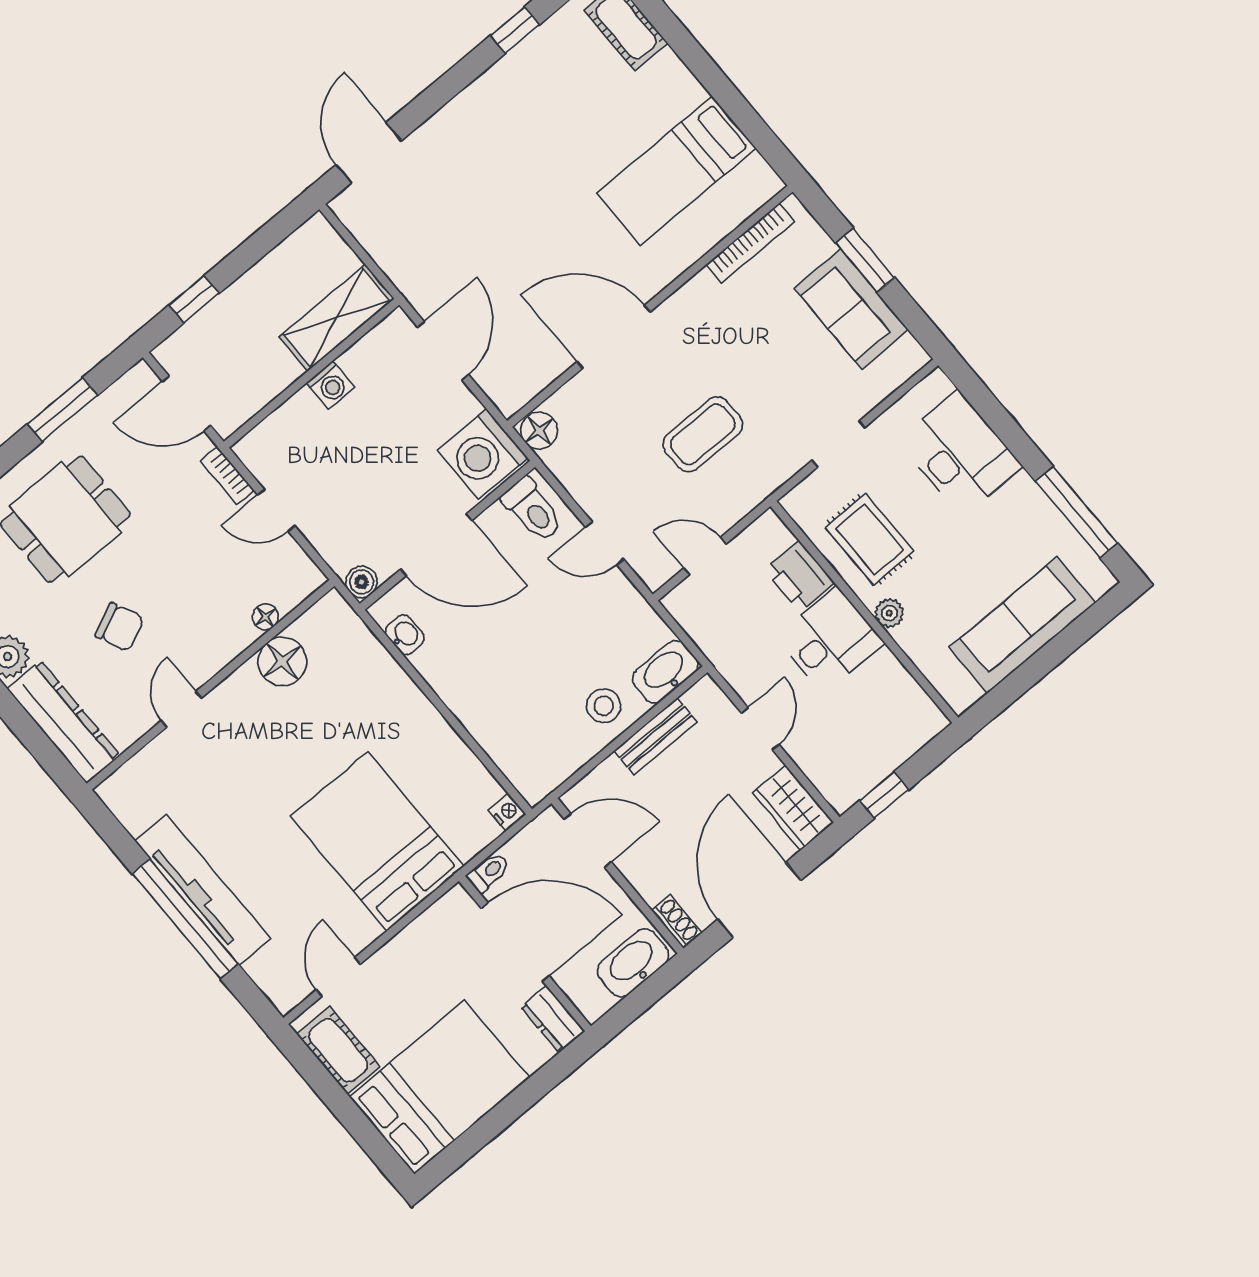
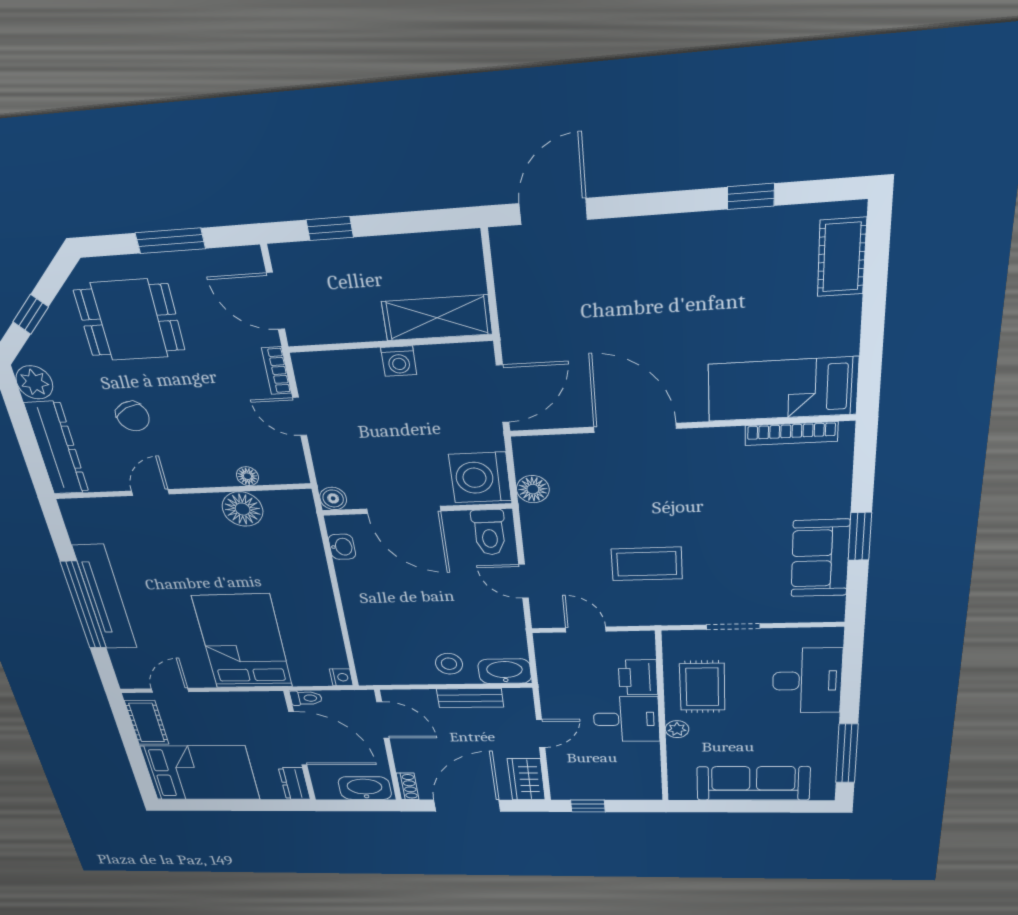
bookcase: (750, 243) -> (791, 434), moved
wall: (650, 306) -> (679, 426), moved
door: (613, 337) -> (635, 428), moved

